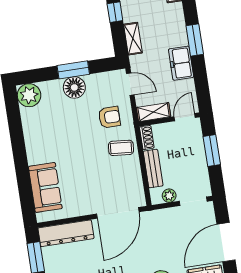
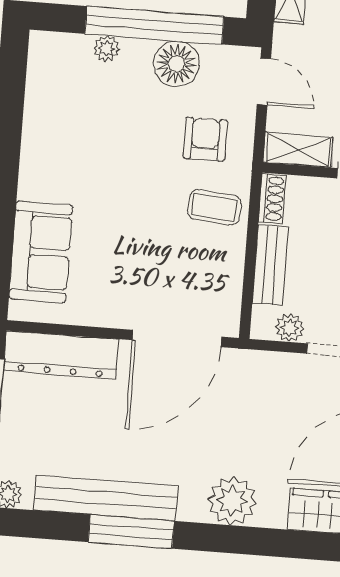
window: (73, 70) -> (154, 25), width x2.11
floor lamp: (74, 87) -> (176, 64), moved
plant: (29, 95) -> (107, 49), moved, width x0.53, depth x0.53
armchair: (109, 117) -> (205, 139), turned -90

